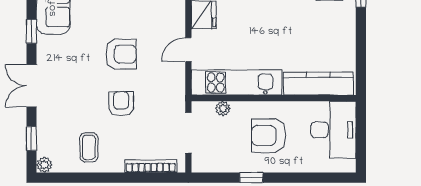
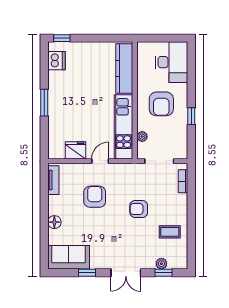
door: (188, 50) -> (100, 161), swing flipped
armchair: (121, 54) -> (95, 197), moved
desk: (333, 130) -> (172, 62), moved, turned 90
plant: (44, 165) -> (161, 264), moved
bookcase: (151, 166) -> (183, 181), width x0.64

